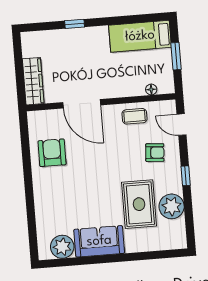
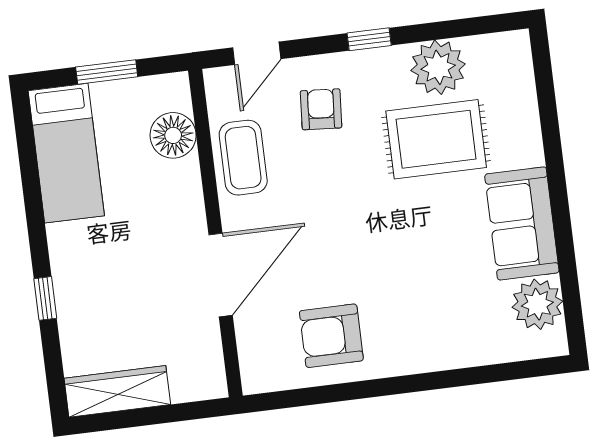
wardrobe: (33, 81) -> (117, 391), moved
floor lamp: (151, 89) -> (173, 135), width x1.89, depth x1.89
coffee table: (134, 116) -> (243, 158), width x1.36, depth x1.30

